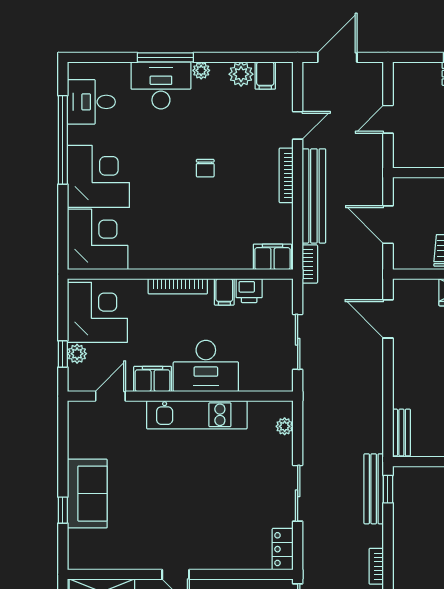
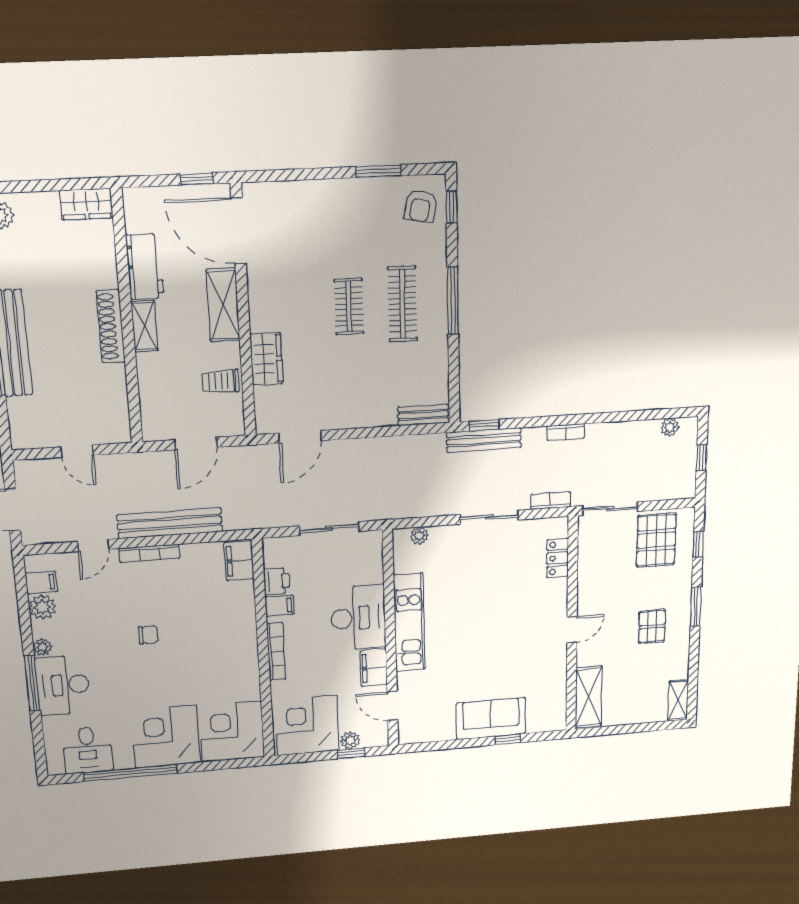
door: (298, 125) -> (93, 545), swing flipped
bookcase: (310, 264) -> (551, 501), moved
locker: (283, 549) -> (557, 558), moved, turned 90

